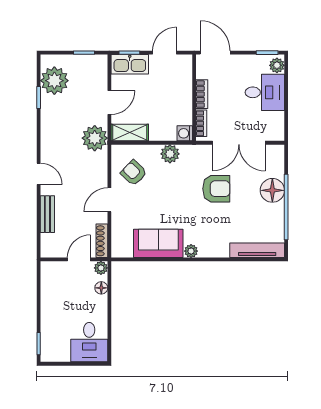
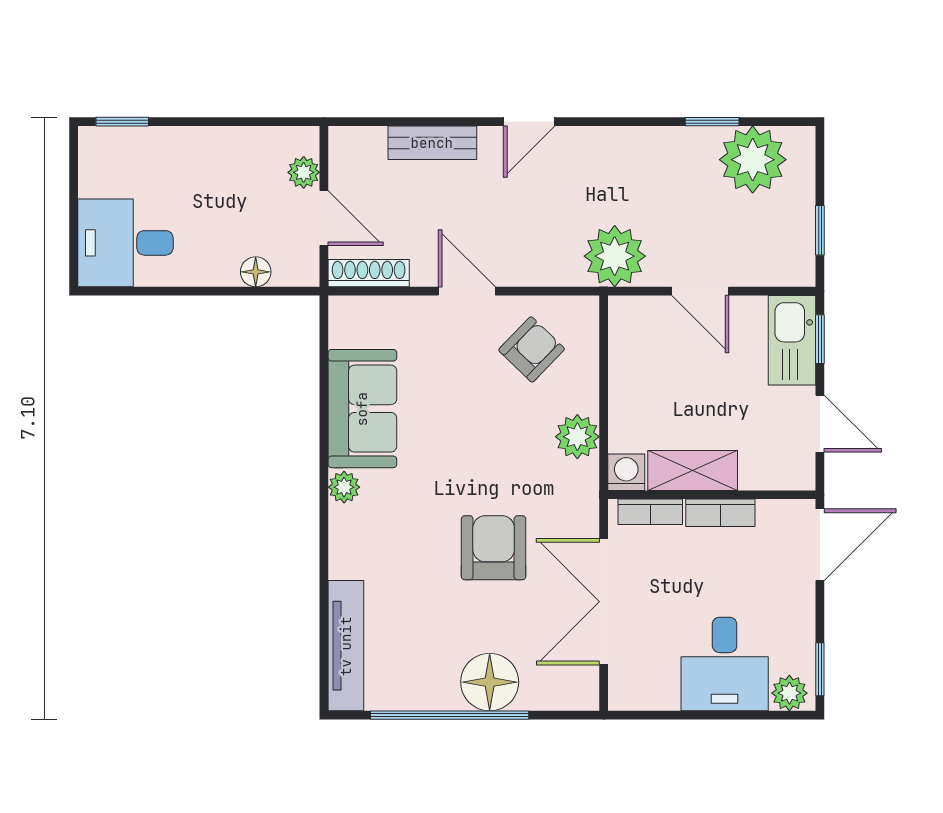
shelving: (130, 133) -> (693, 470), moved, turned 90
armchair: (216, 189) -> (494, 548), turned 180
plant: (101, 268) -> (304, 172), moved

